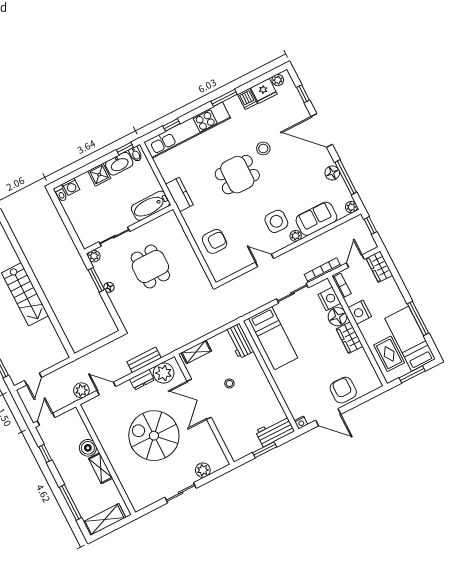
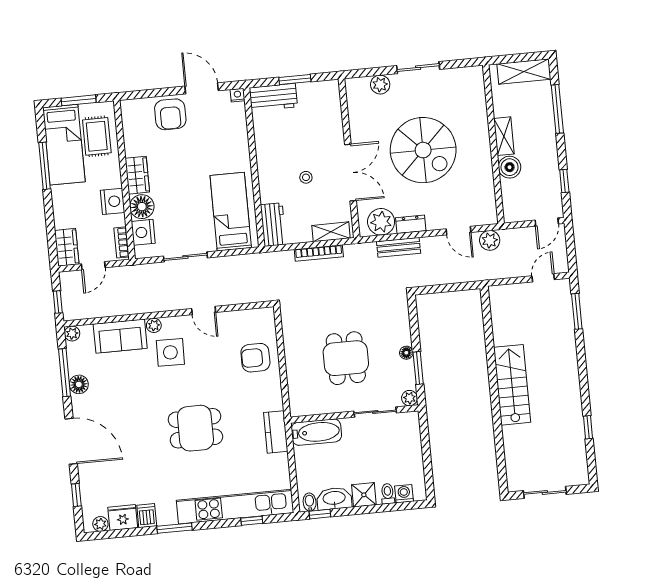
stool: (263, 148) -> (151, 447), removed
toilet: (61, 193) -> (388, 494), moved
bookcase: (323, 270) -> (319, 253), moved

